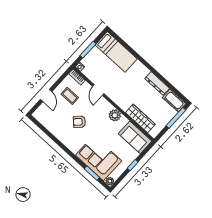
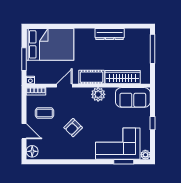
bed: (116, 52) -> (50, 44), width x1.50
door: (98, 90) -> (64, 86), swing flipped
cot: (174, 100) -> (92, 77), moved
floor lamp: (40, 113) -> (32, 151), added

